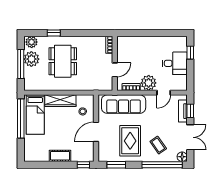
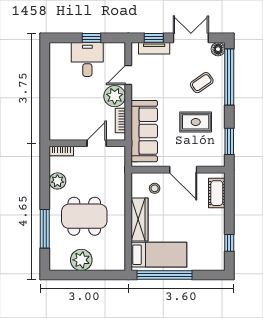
window: (54, 33) -> (45, 229), width x2.17
plant: (32, 42) -> (57, 181), moved
window: (190, 53) -> (91, 38), moved
window: (21, 64) -> (88, 275), removed
door: (115, 70) -> (97, 143), hinge flipped
door: (164, 93) -> (128, 75), swing flipped
rug: (130, 141) -> (196, 122), width x0.73, depth x0.70
cot: (60, 156) -> (217, 193), moved
window: (83, 165) -> (229, 243), moved

